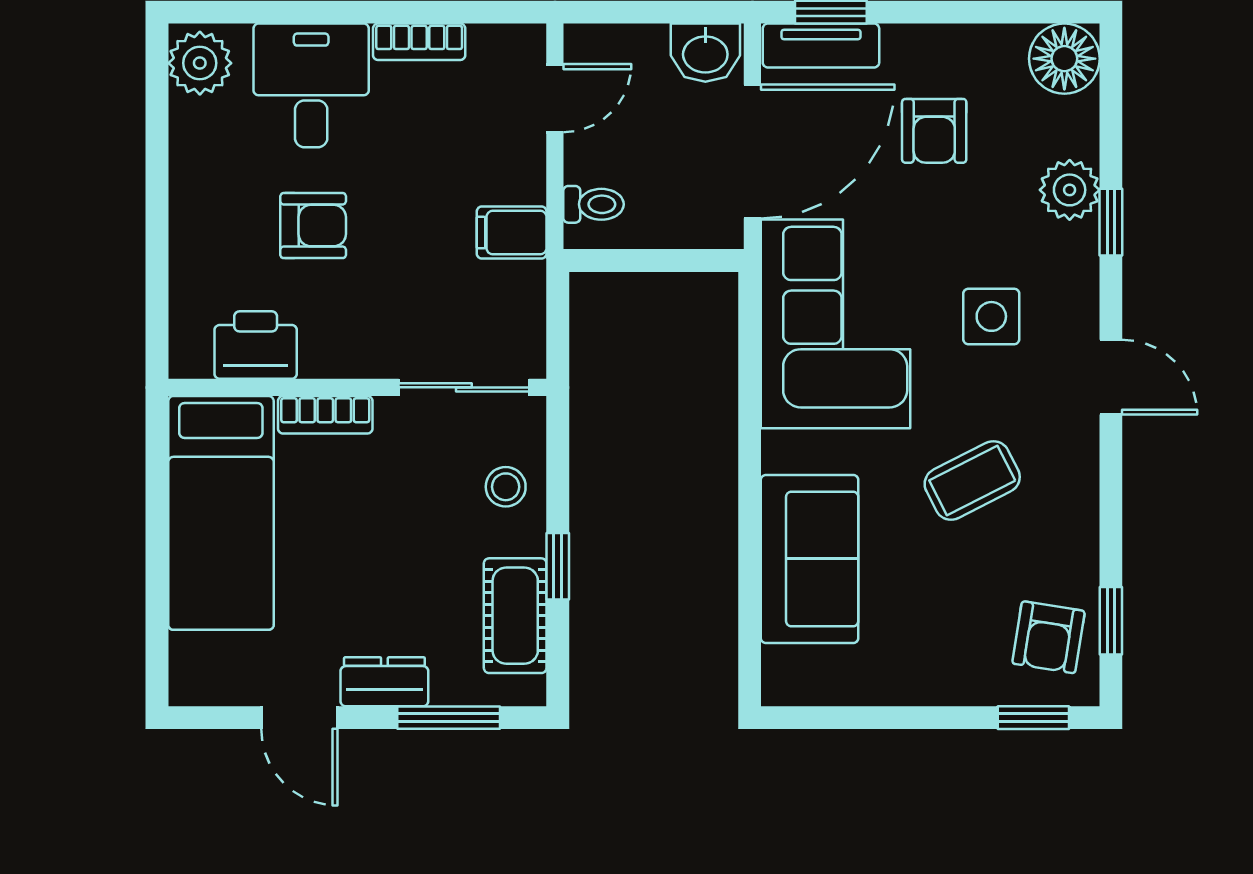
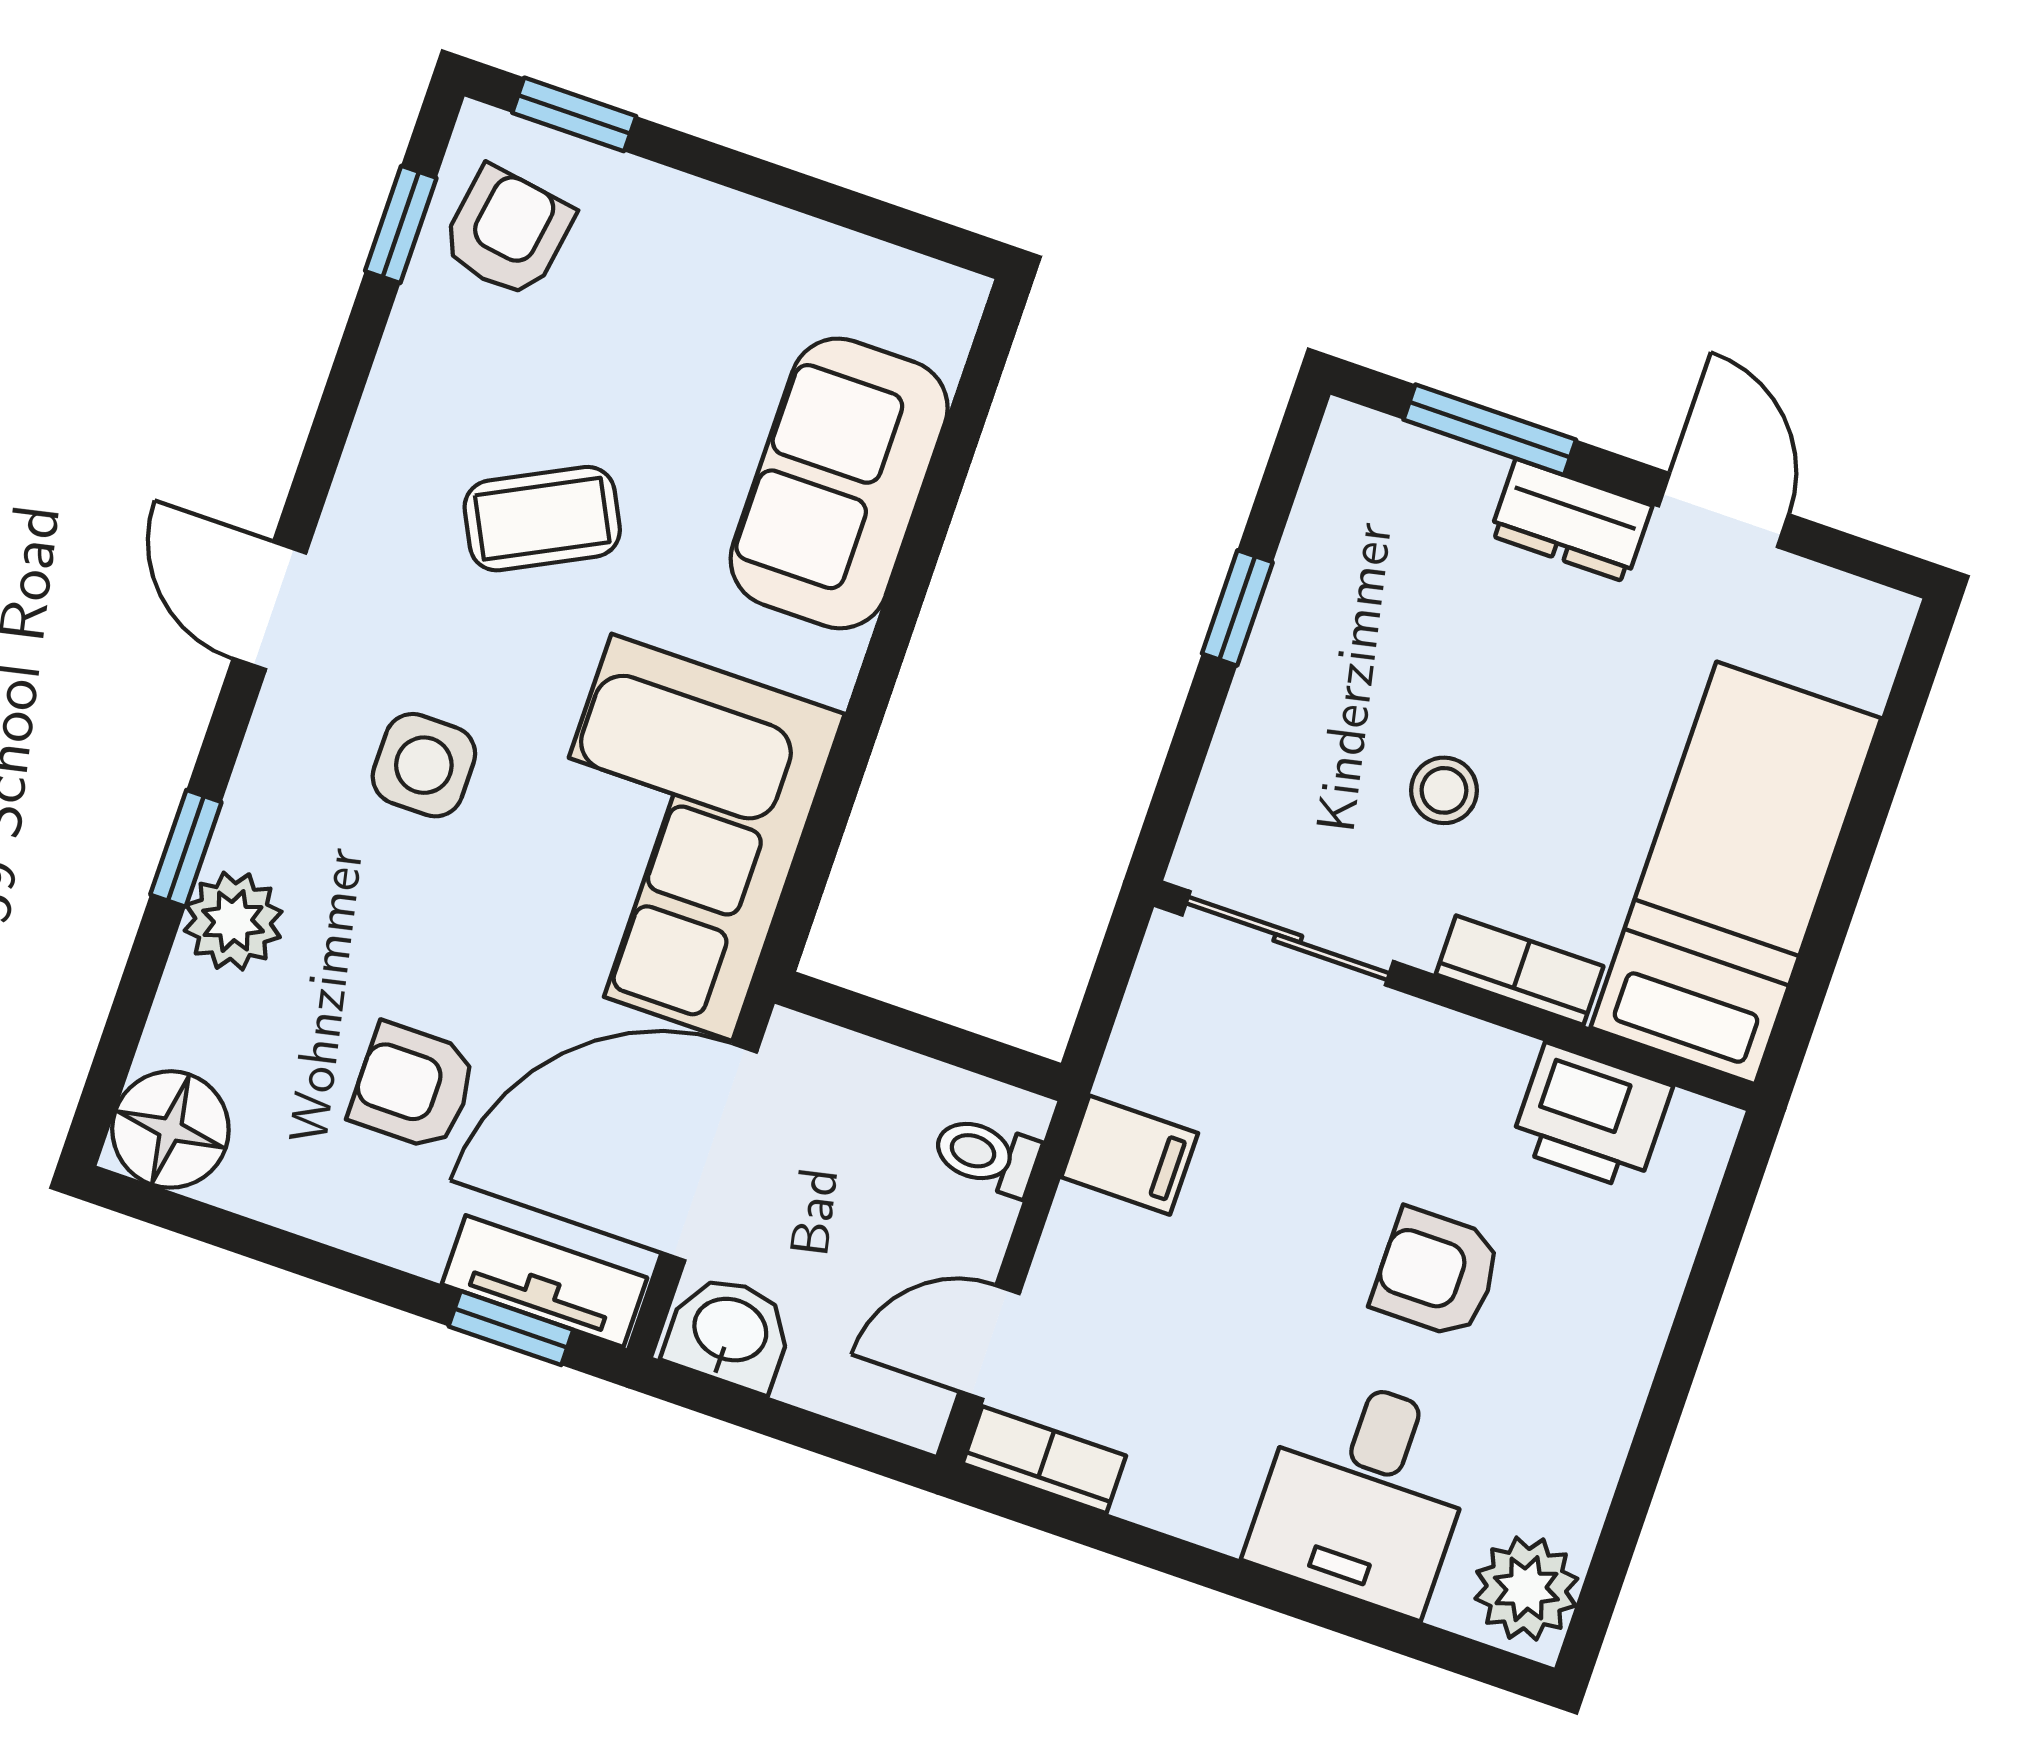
bookcase: (419, 42) -> (1044, 1460), moved
armchair: (934, 131) -> (413, 1087), turned -90
stool: (506, 487) -> (1444, 790), moved
cot: (515, 616) -> (1330, 553), removed

